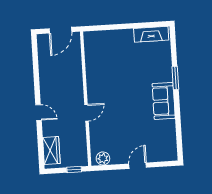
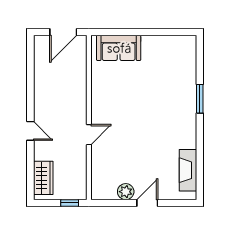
fireplace: (151, 34) -> (188, 170), moved, turned 90
sofa: (164, 101) -> (119, 48), moved, turned -90
plant: (103, 158) -> (126, 192), moved

